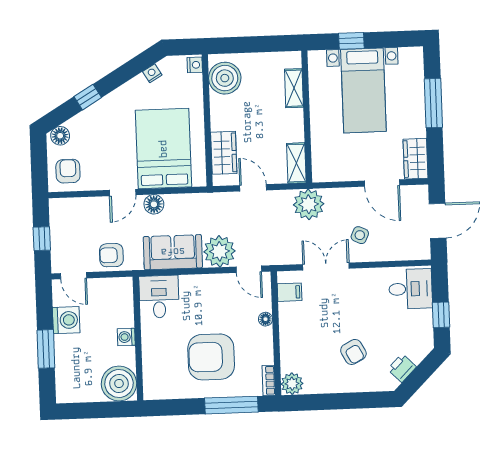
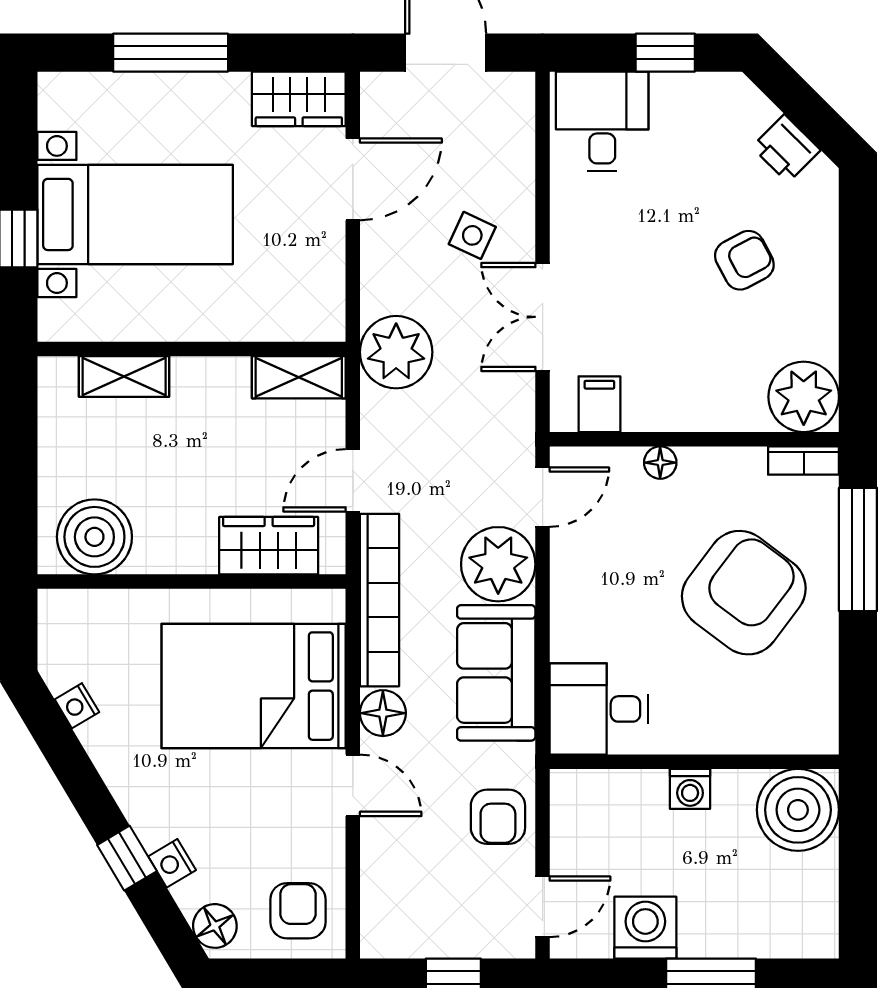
nightstand: (195, 65) -> (172, 863), moved, turned -121
armchair: (68, 171) -> (298, 911), turned 90
bookcase: (202, 201) -> (379, 600), added
armchair: (211, 357) -> (744, 593), turned -143
plant: (292, 384) -> (804, 397), width x1.36, depth x1.36

